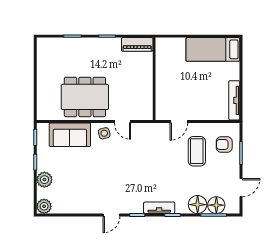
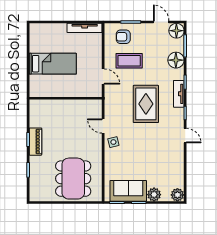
piano: (137, 44) -> (35, 142), moved
bed: (213, 49) -> (53, 64), moved, turned -90
dining table: (85, 97) -> (73, 179), moved
door: (122, 122) -> (103, 126), swing flipped
sofa: (70, 135) -> (128, 191), moved, turned -90
armchair: (224, 144) -> (123, 37), turned 90
rug: (148, 170) -> (146, 104), added
floor lamp: (216, 205) -> (176, 31), moved

